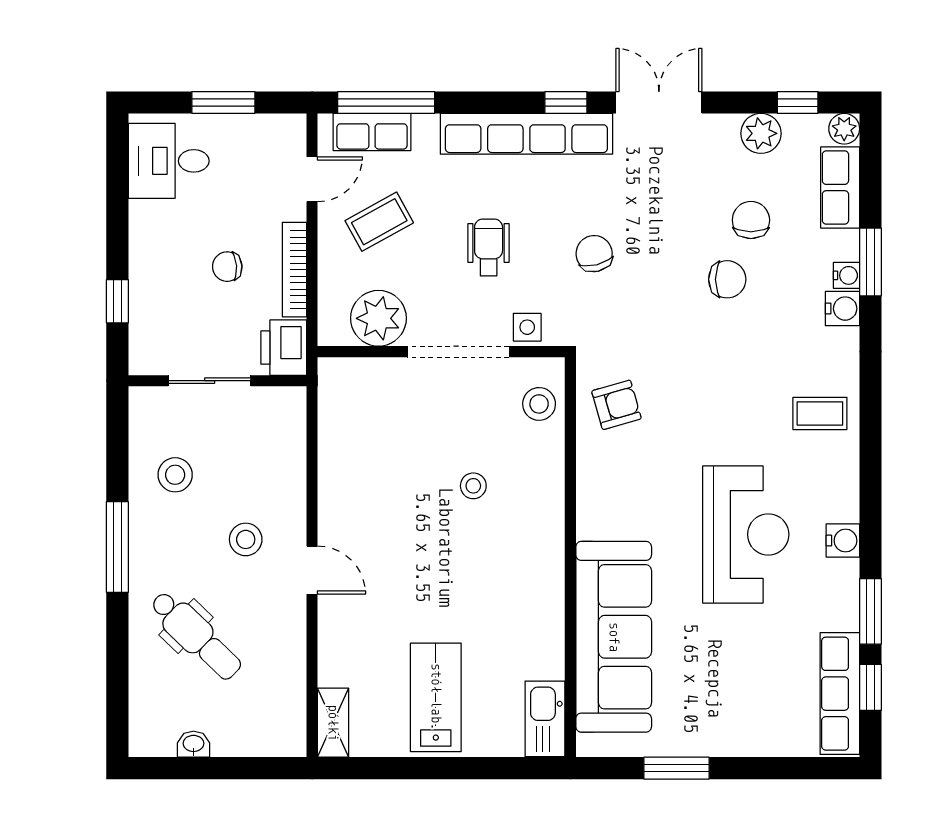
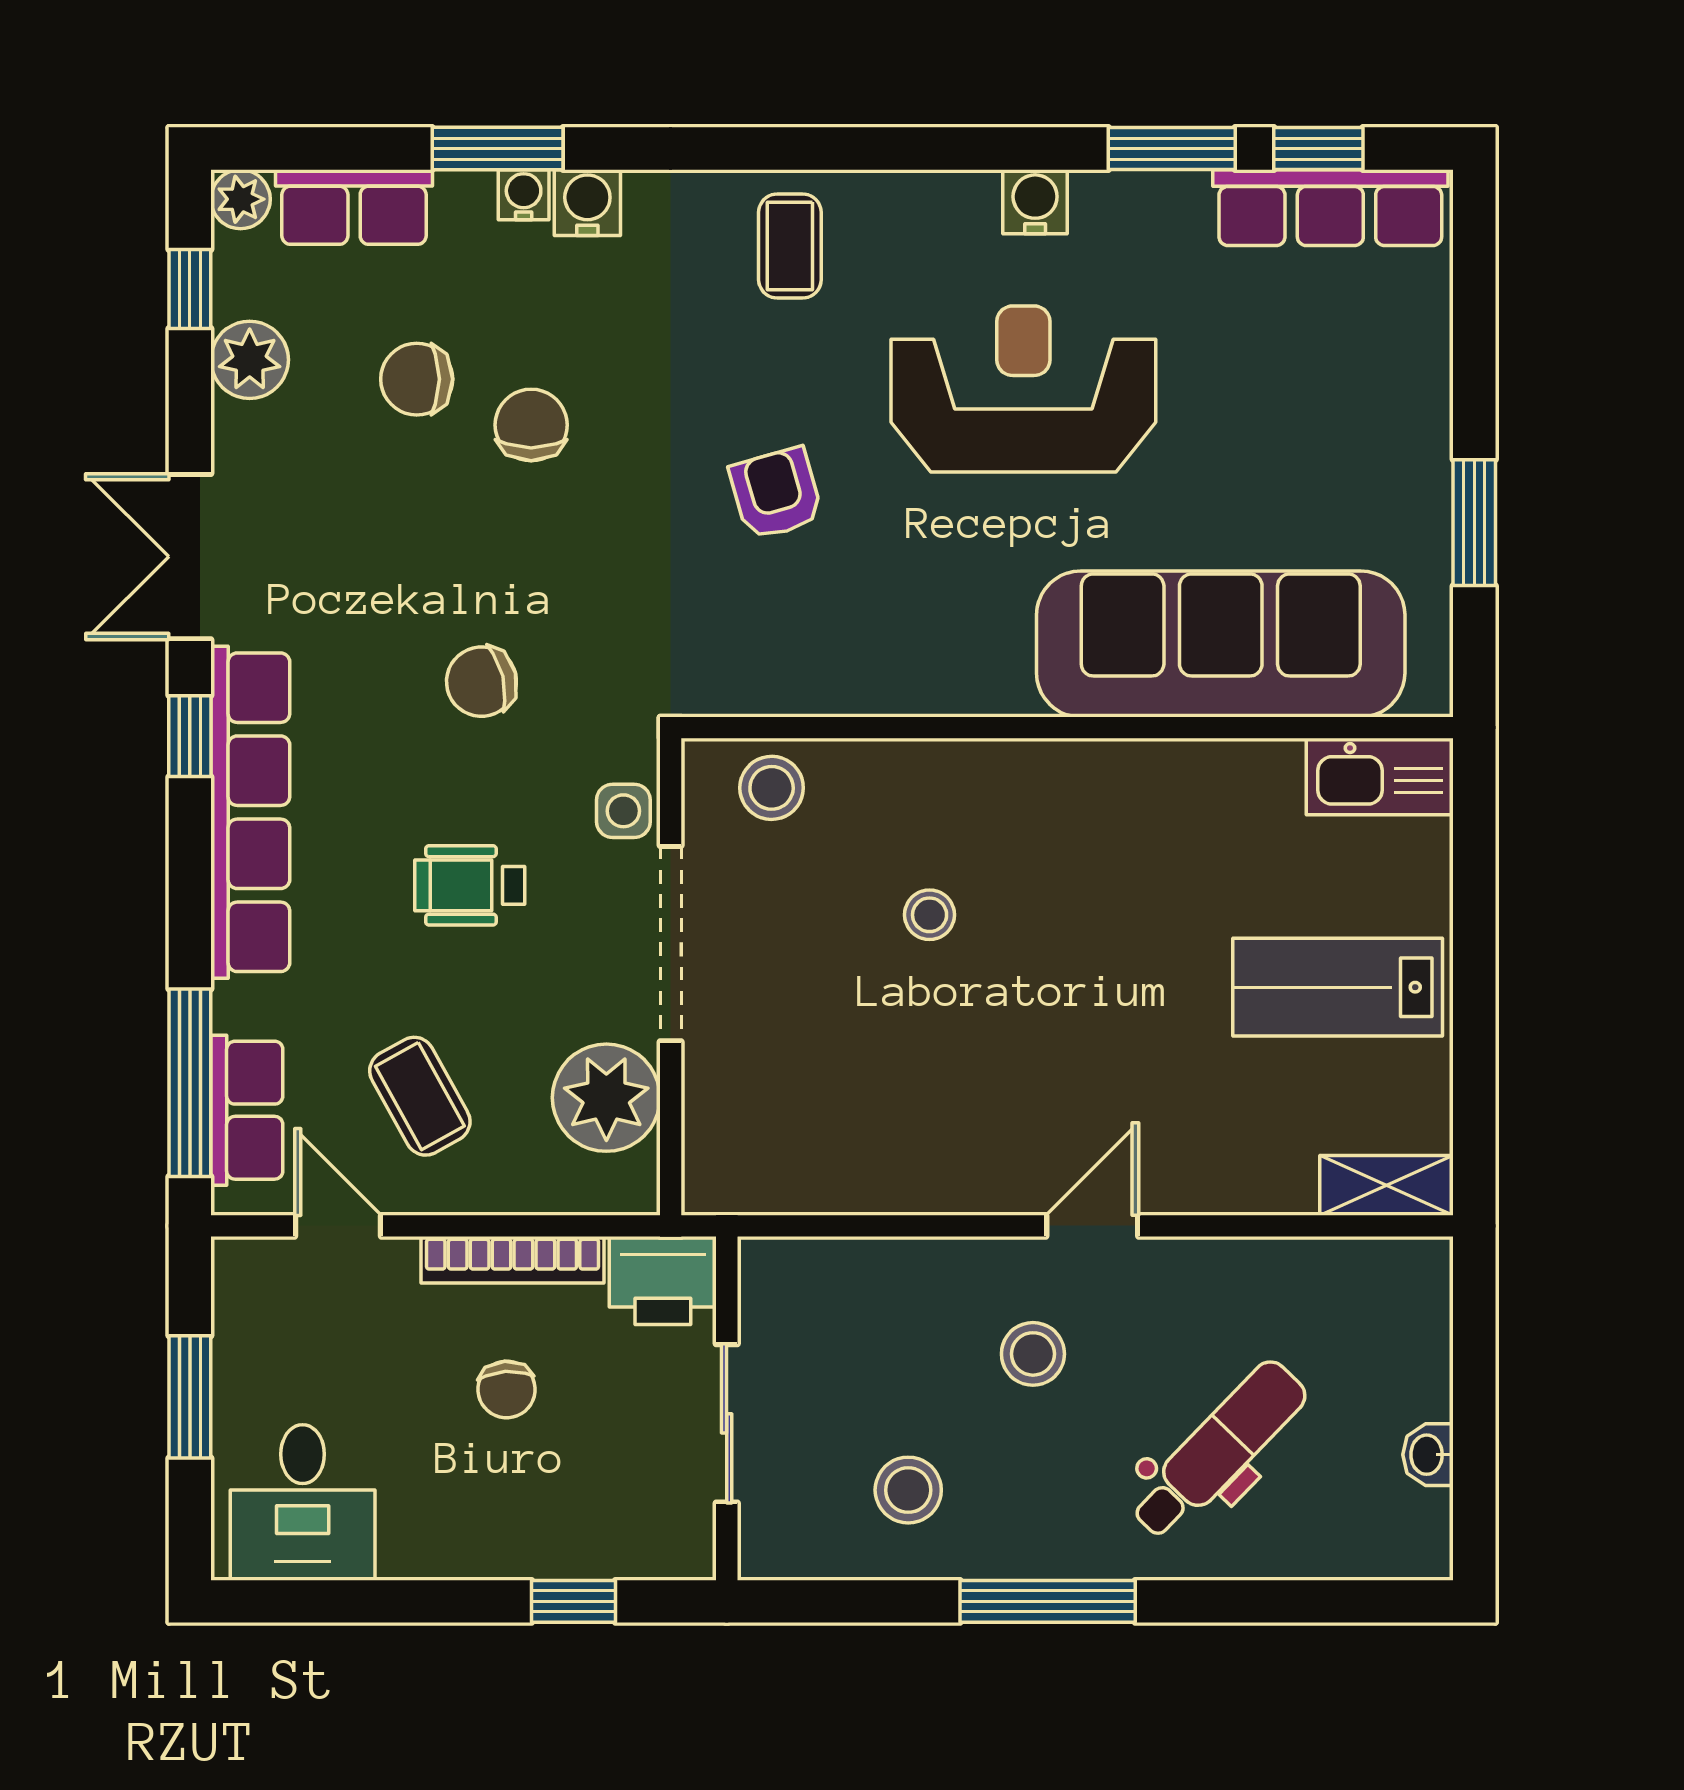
armchair: (616, 405) -> (776, 493), moved

